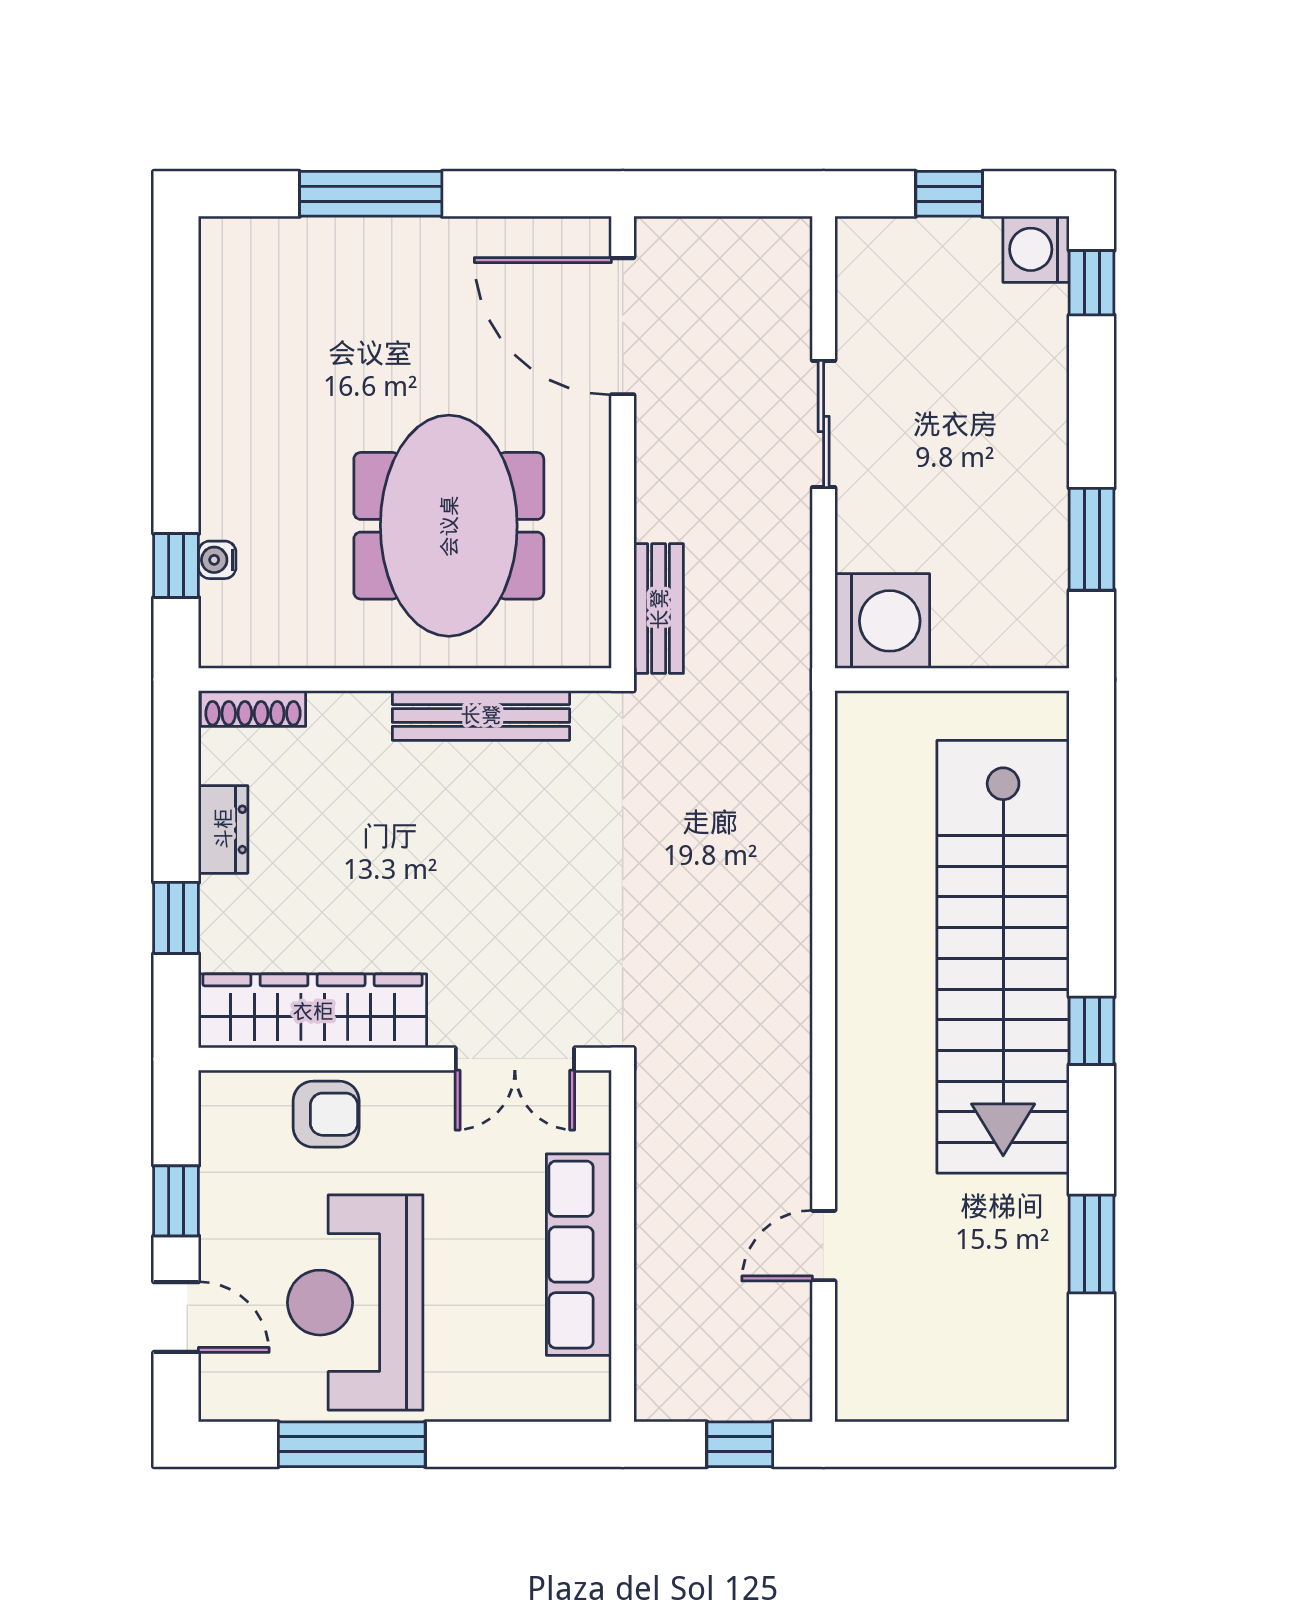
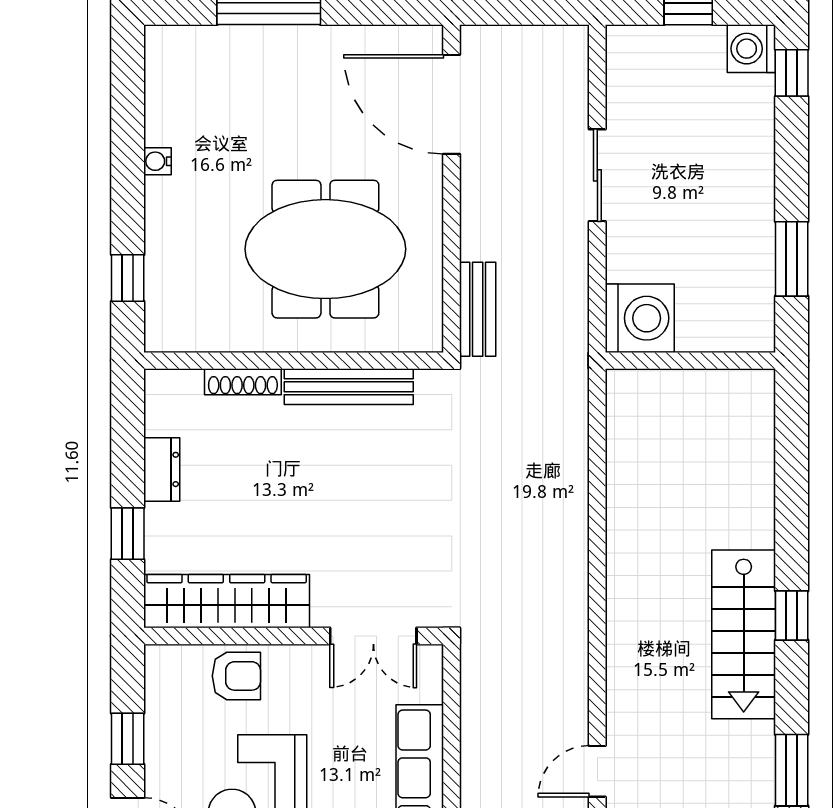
meeting table: (449, 526) -> (325, 249), turned 90
water cooler: (217, 560) -> (157, 161), moved
shoe rack: (253, 709) -> (243, 382), moved
stairs: (1003, 957) -> (744, 634), width x0.54, depth x0.66

